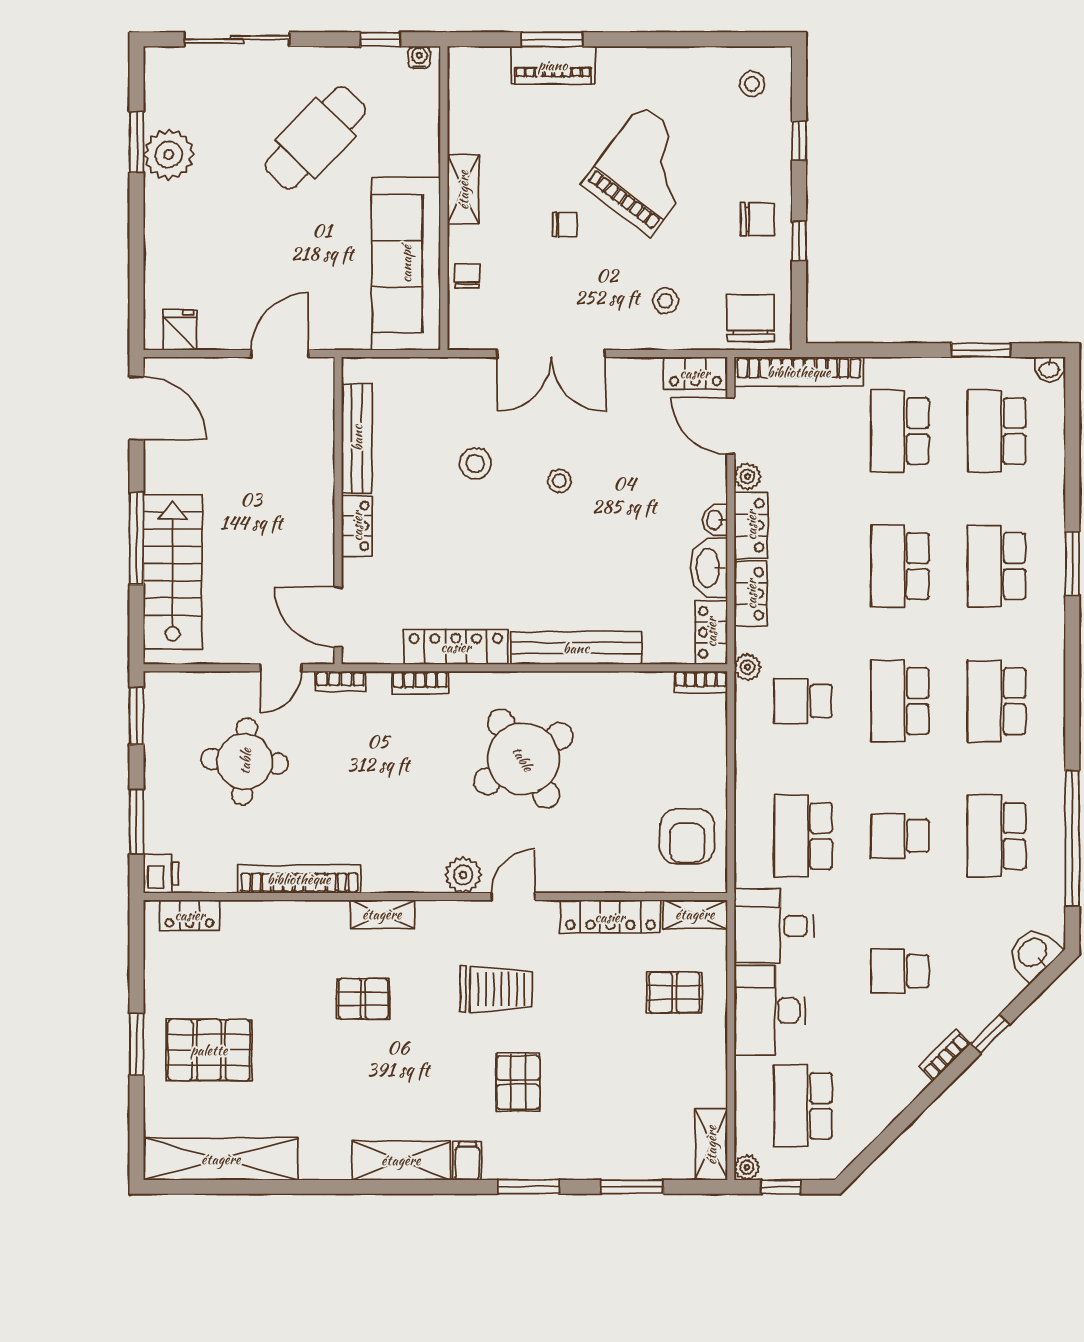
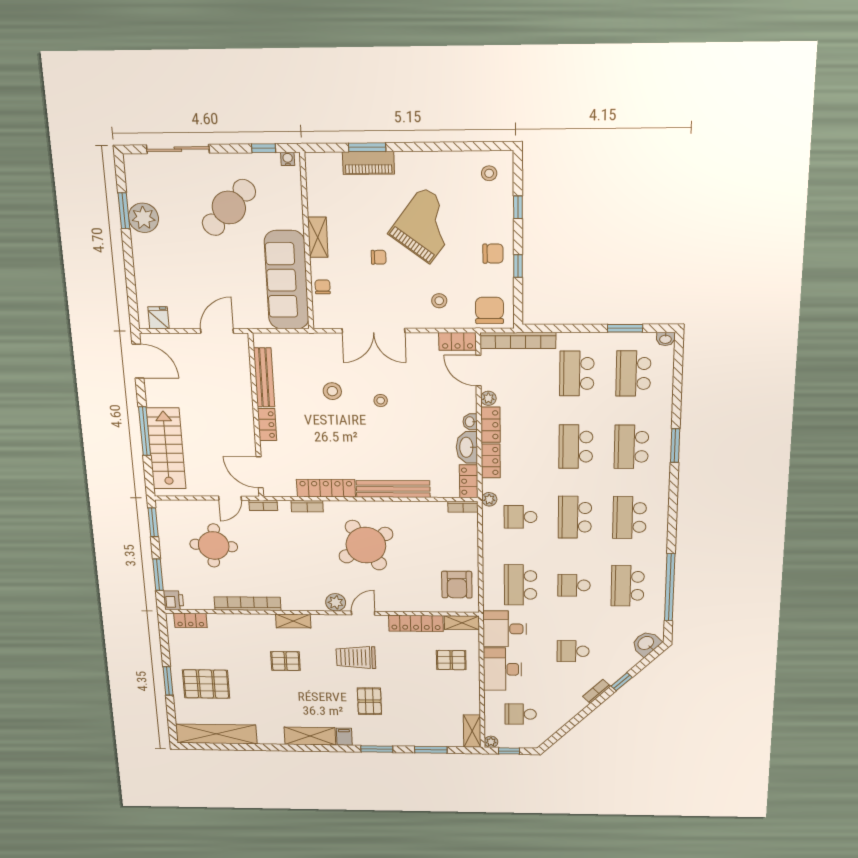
trolley: (496, 989) -> (356, 657), turned 180
school desk: (803, 1106) -> (521, 714), width x0.54

